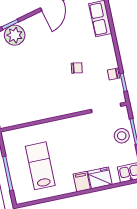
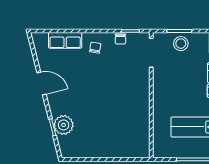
chair: (77, 68) -> (95, 48), moved

